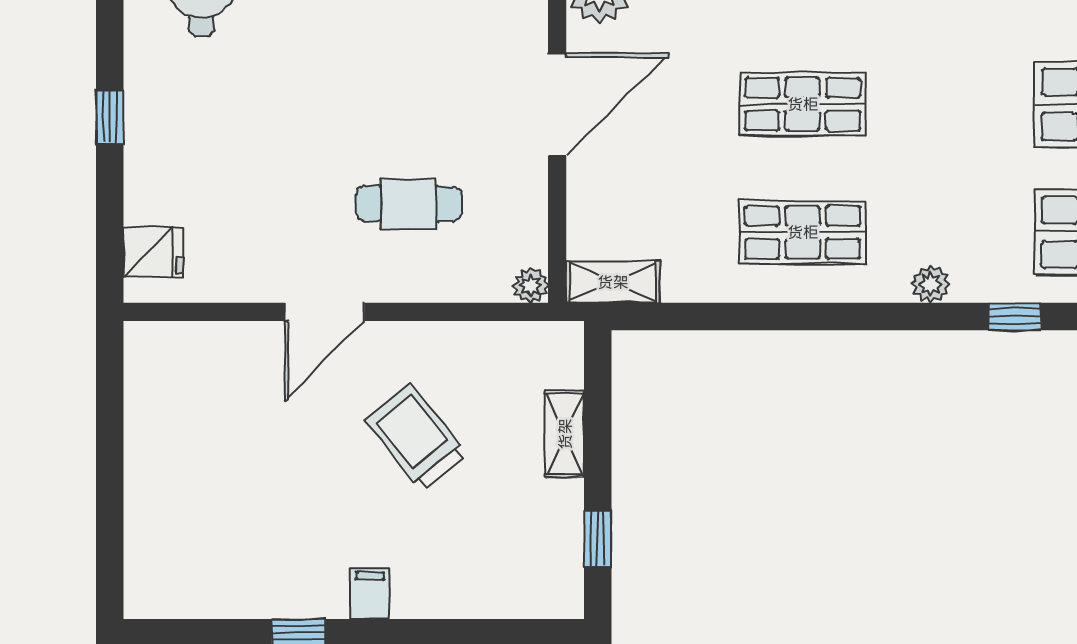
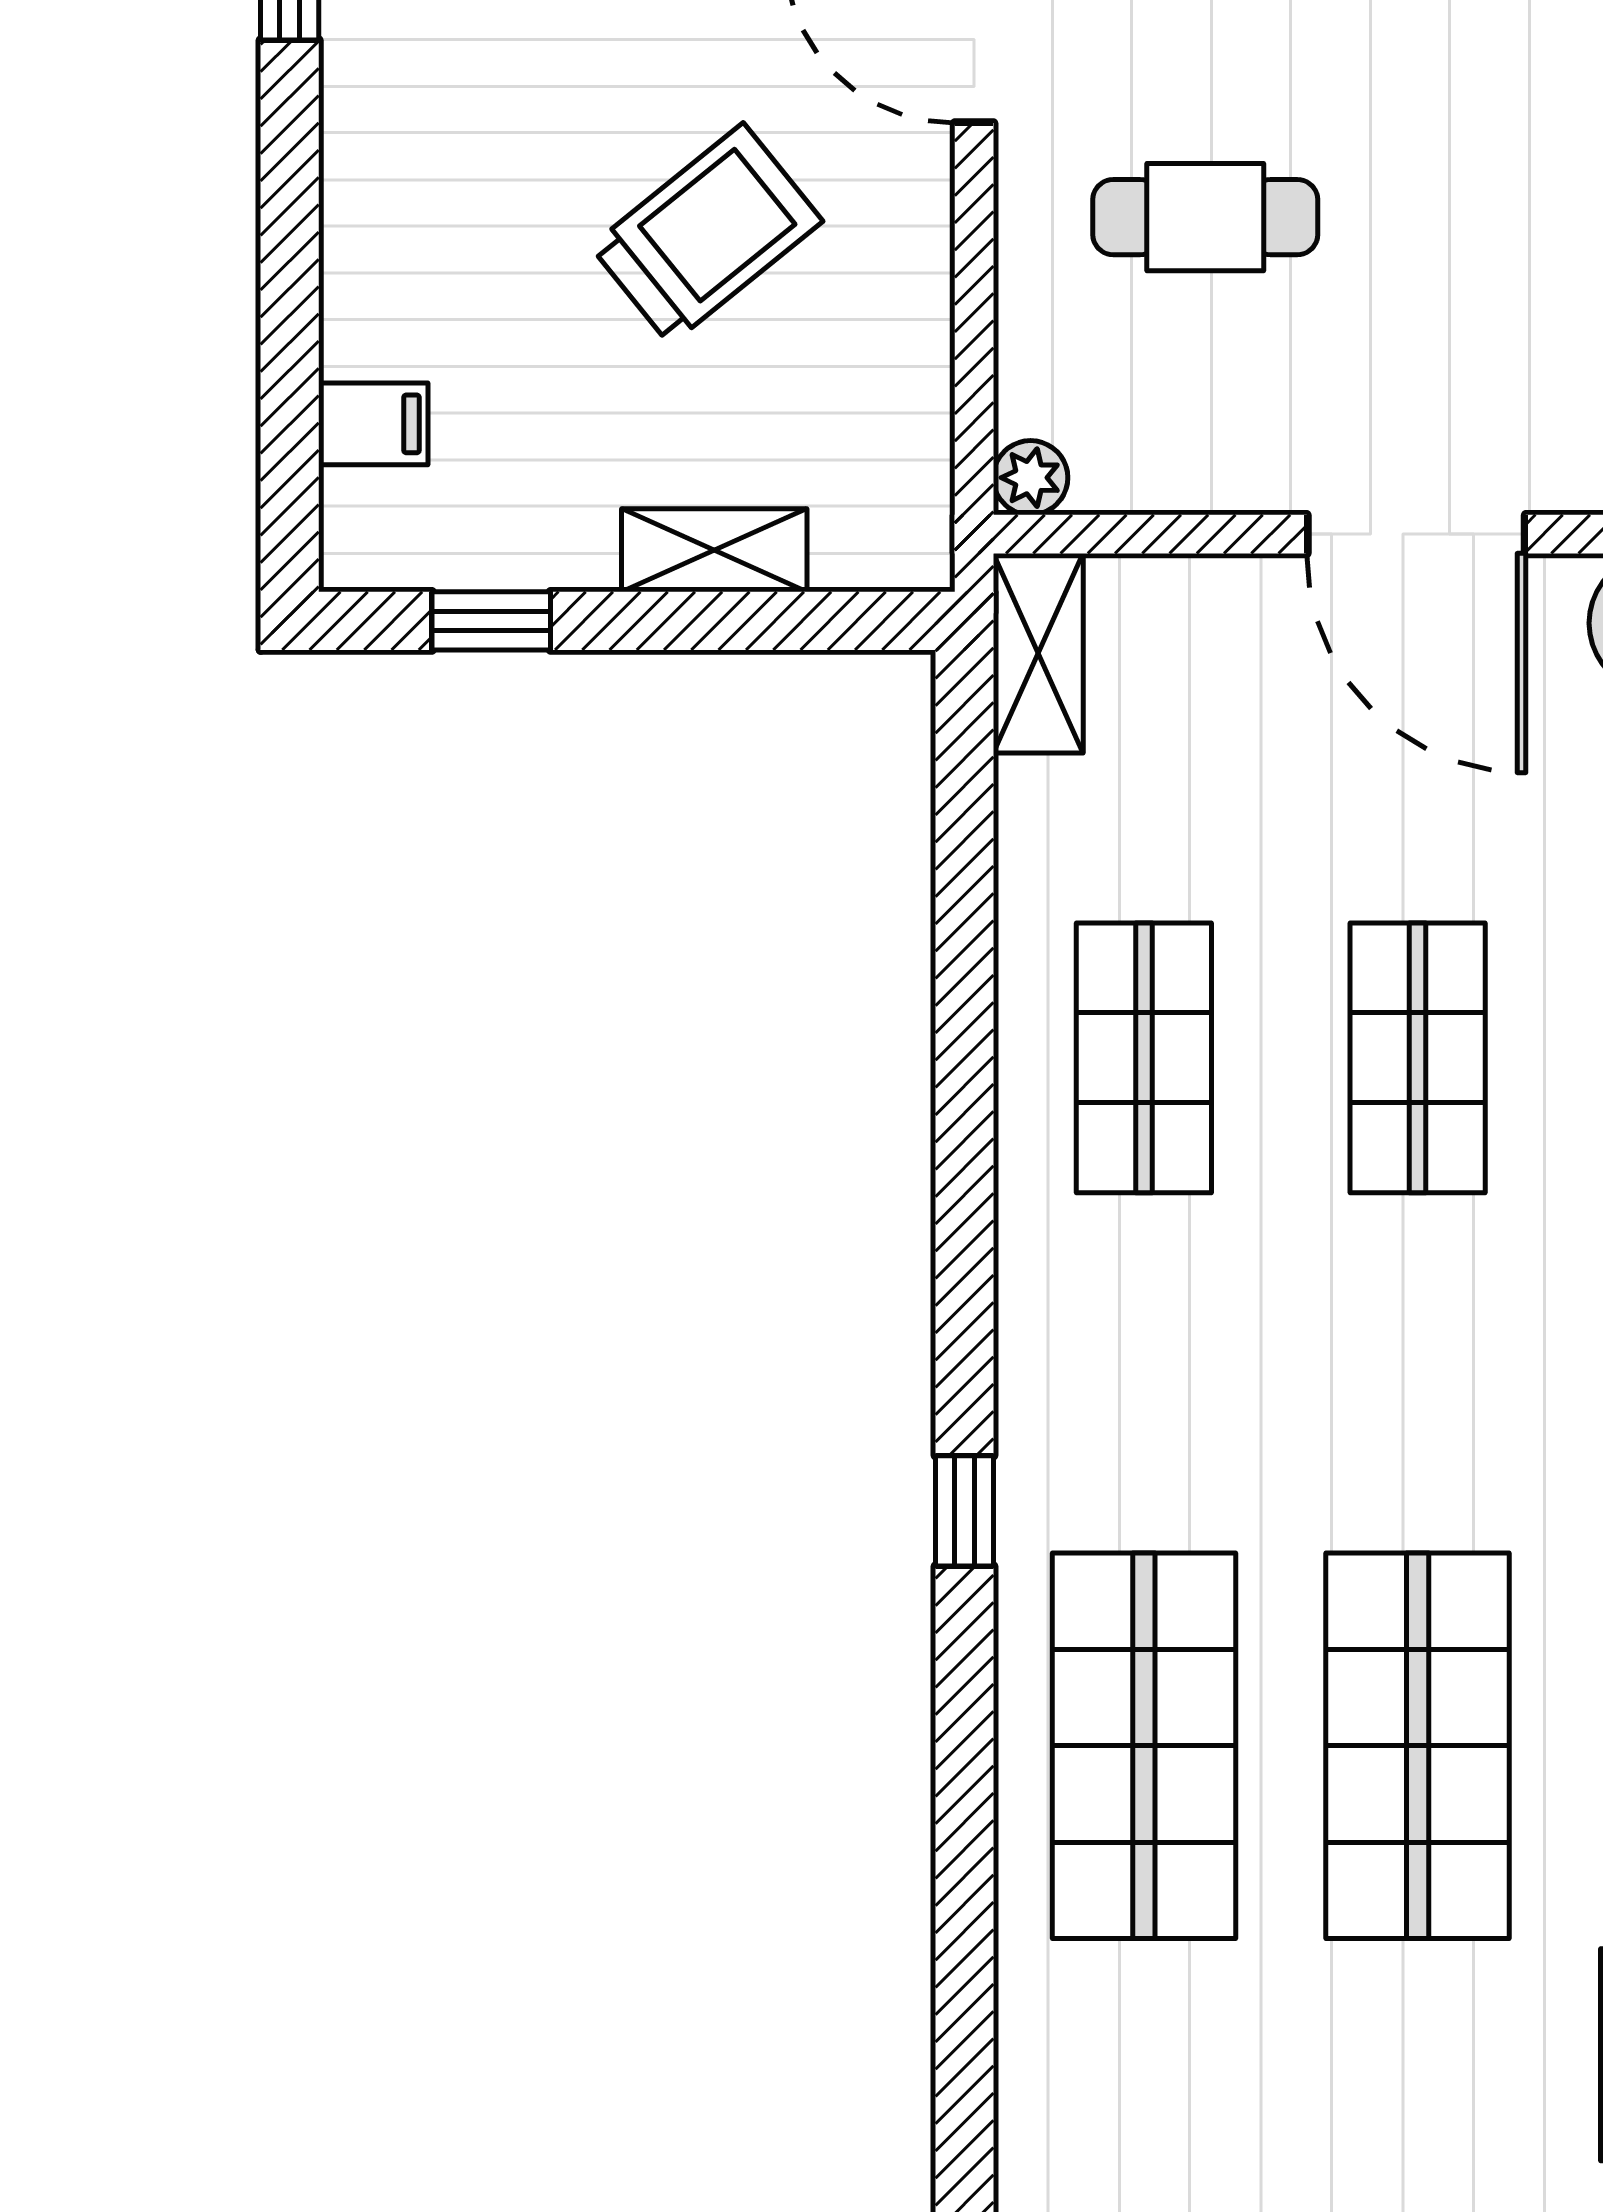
cafe table: (409, 204) -> (1205, 217), turned 90
plant: (931, 284) -> (1034, 1331), removed
filing cabinet: (370, 594) -> (373, 424), moved

